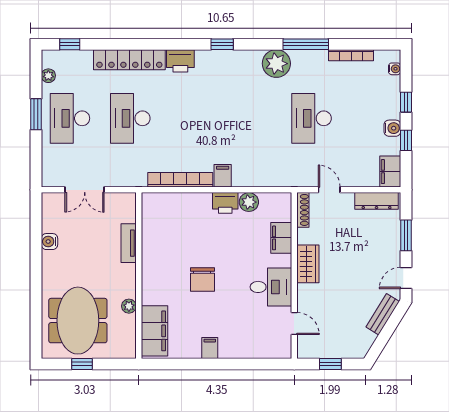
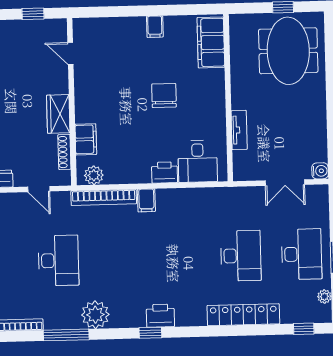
printer: (180, 61) -> (160, 316), moved
bookcase: (180, 180) -> (104, 197), moved
double door: (85, 190) -> (285, 183), swing flipped
plant: (249, 202) -> (94, 175), moved
printer: (225, 203) -> (165, 173), moved
shoe rack: (303, 210) -> (64, 152), moved
water cooler: (49, 242) -> (320, 171), moved
desk: (271, 287) -> (198, 161), moved, turned -90
plant: (129, 306) -> (237, 67), removed

